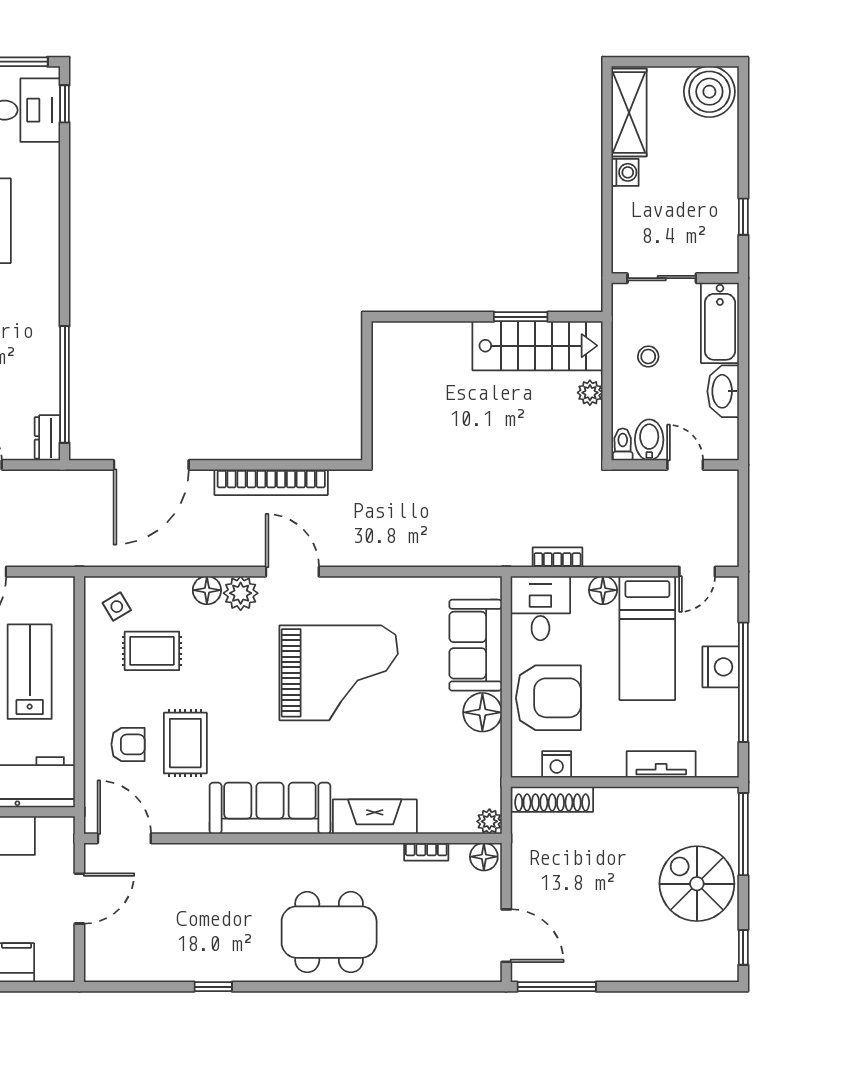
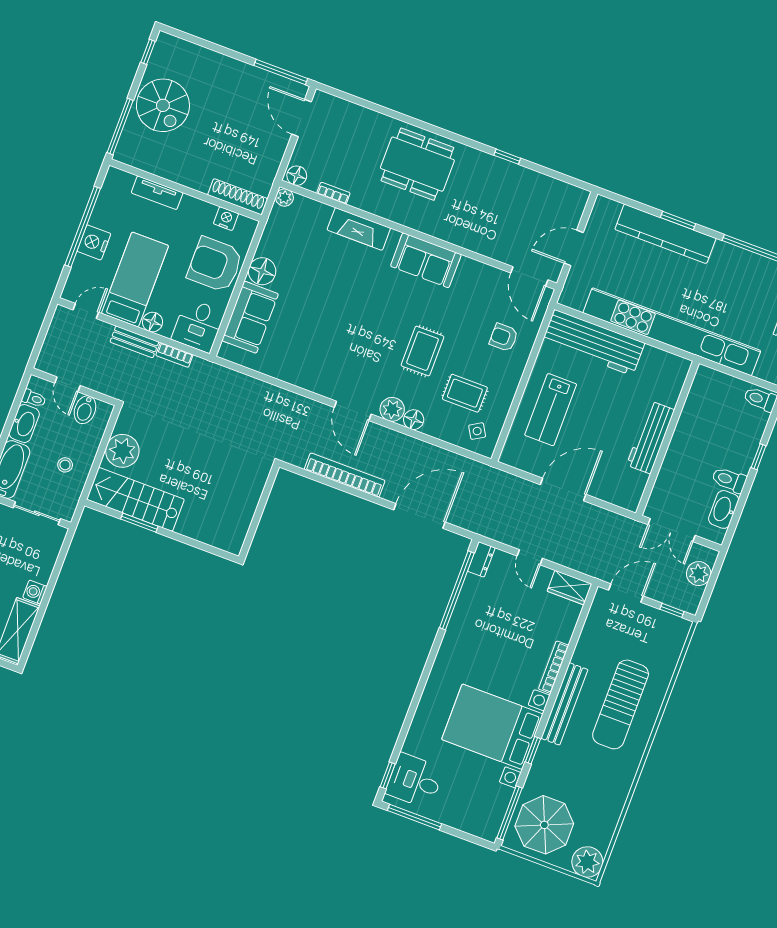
plant: (590, 393) -> (122, 451), width x1.88, depth x1.88
toilet: (623, 444) -> (34, 398), moved, turned -90
bench: (617, 555) -> (134, 342), added
grand piano: (339, 673) -> (347, 333), removed
rug: (185, 743) -> (423, 351), moved
sofa: (270, 808) -> (426, 260), width x0.73

